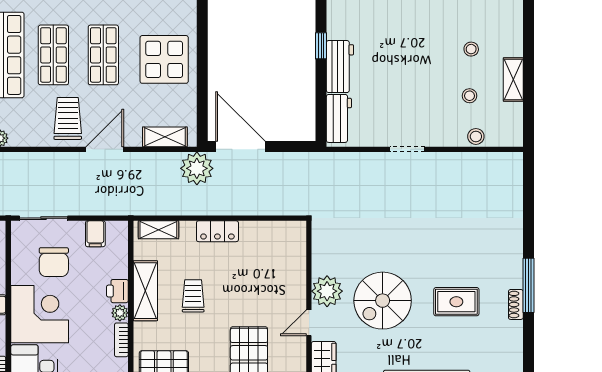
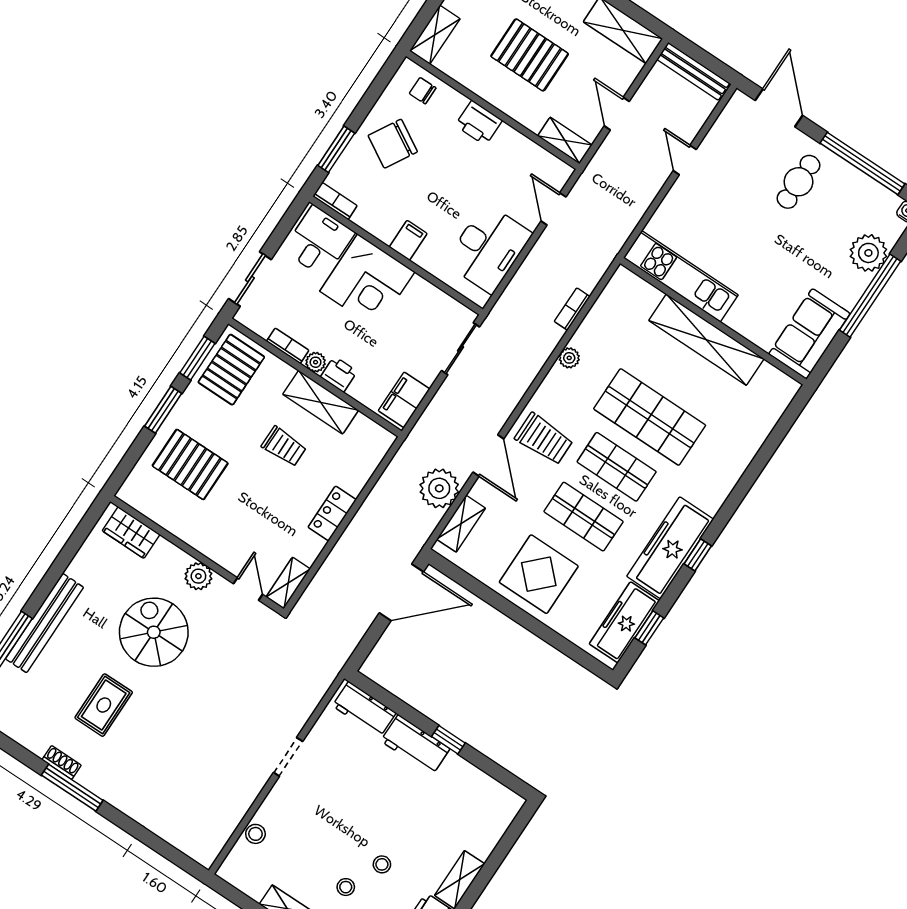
stool: (470, 96) -> (382, 864), moved
plant: (197, 168) -> (439, 488), moved
shelving: (158, 230) -> (288, 583), moved
filing cabinet: (95, 234) -> (404, 400), width x2.00
chair: (54, 262) -> (410, 330), removed
plant: (327, 291) -> (198, 576), width x0.73, depth x0.73
door: (309, 323) -> (248, 589), moved

